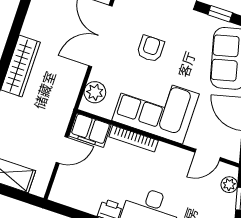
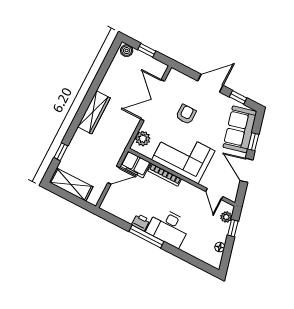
door: (208, 155) -> (214, 194), hinge flipped

